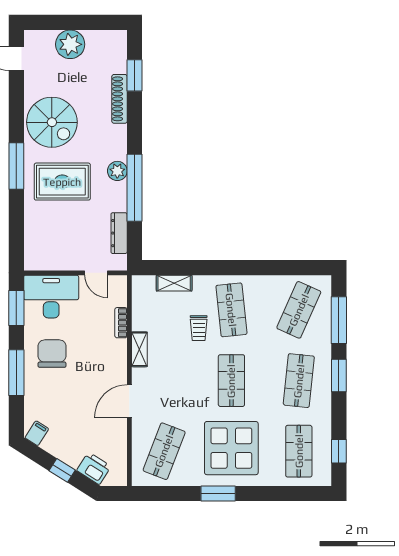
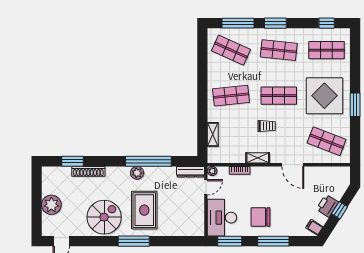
dresser: (119, 233) -> (190, 172), moved
plant: (120, 282) -> (212, 171), added
trolley: (199, 328) -> (267, 126), moved
printer: (94, 468) -> (327, 206), moved

